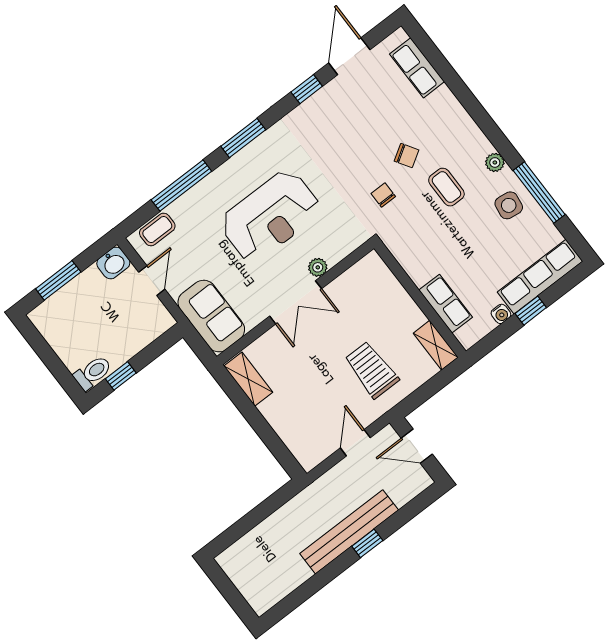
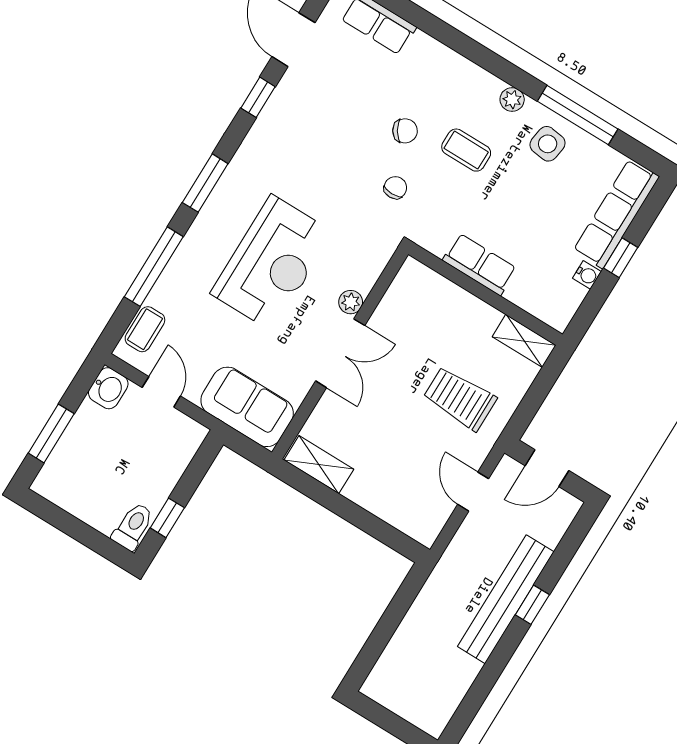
chair: (383, 195) -> (395, 188), turned 90
row of seats: (446, 304) -> (480, 264), moved

